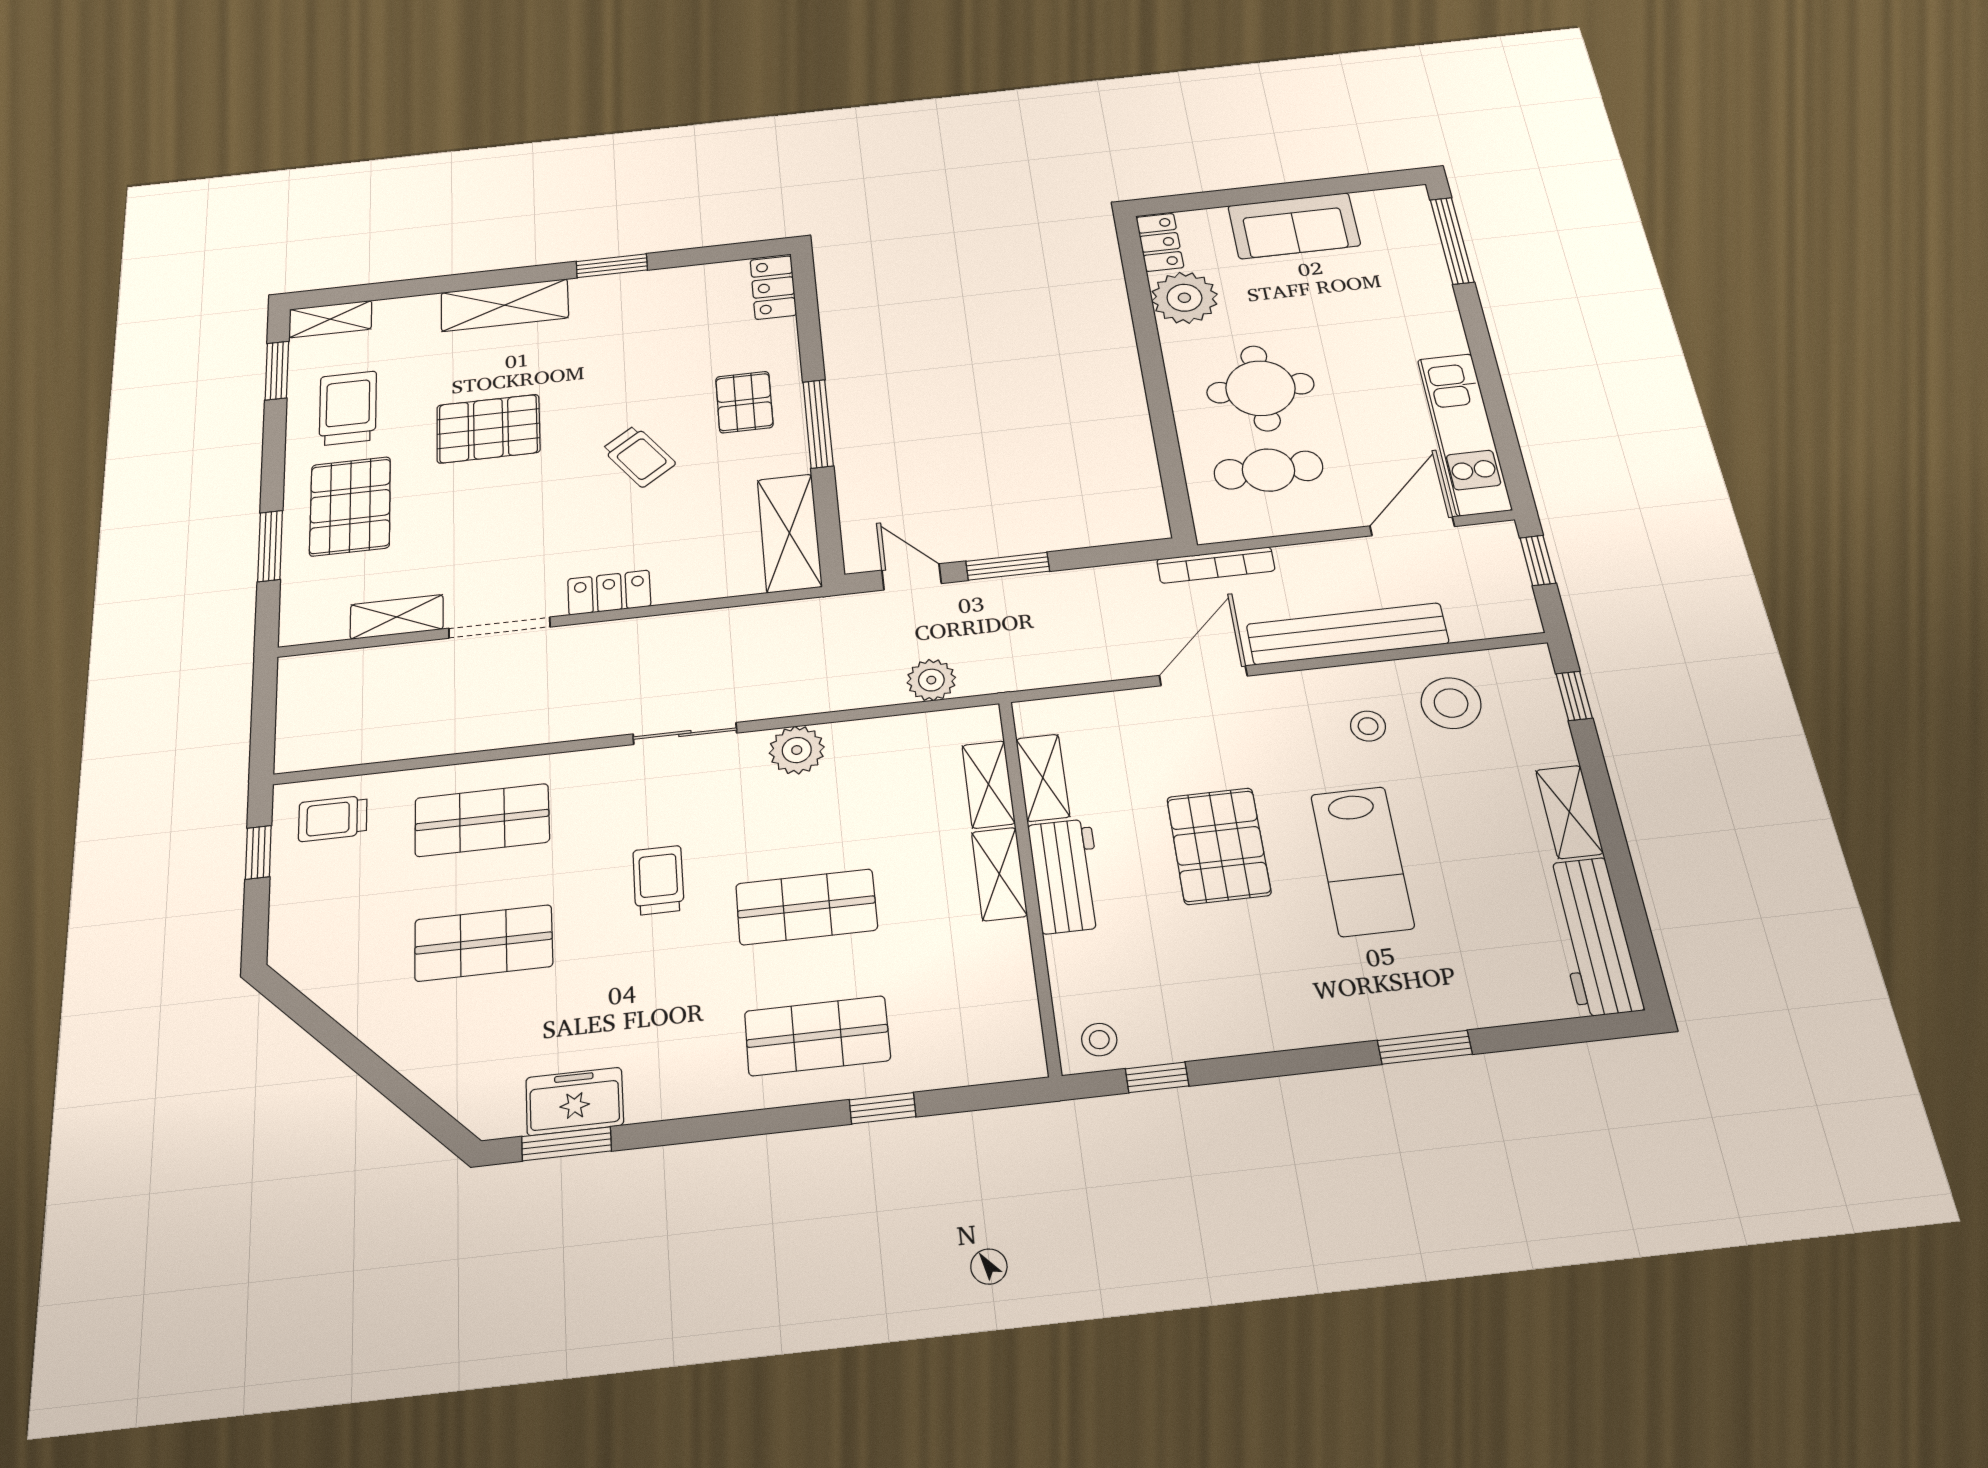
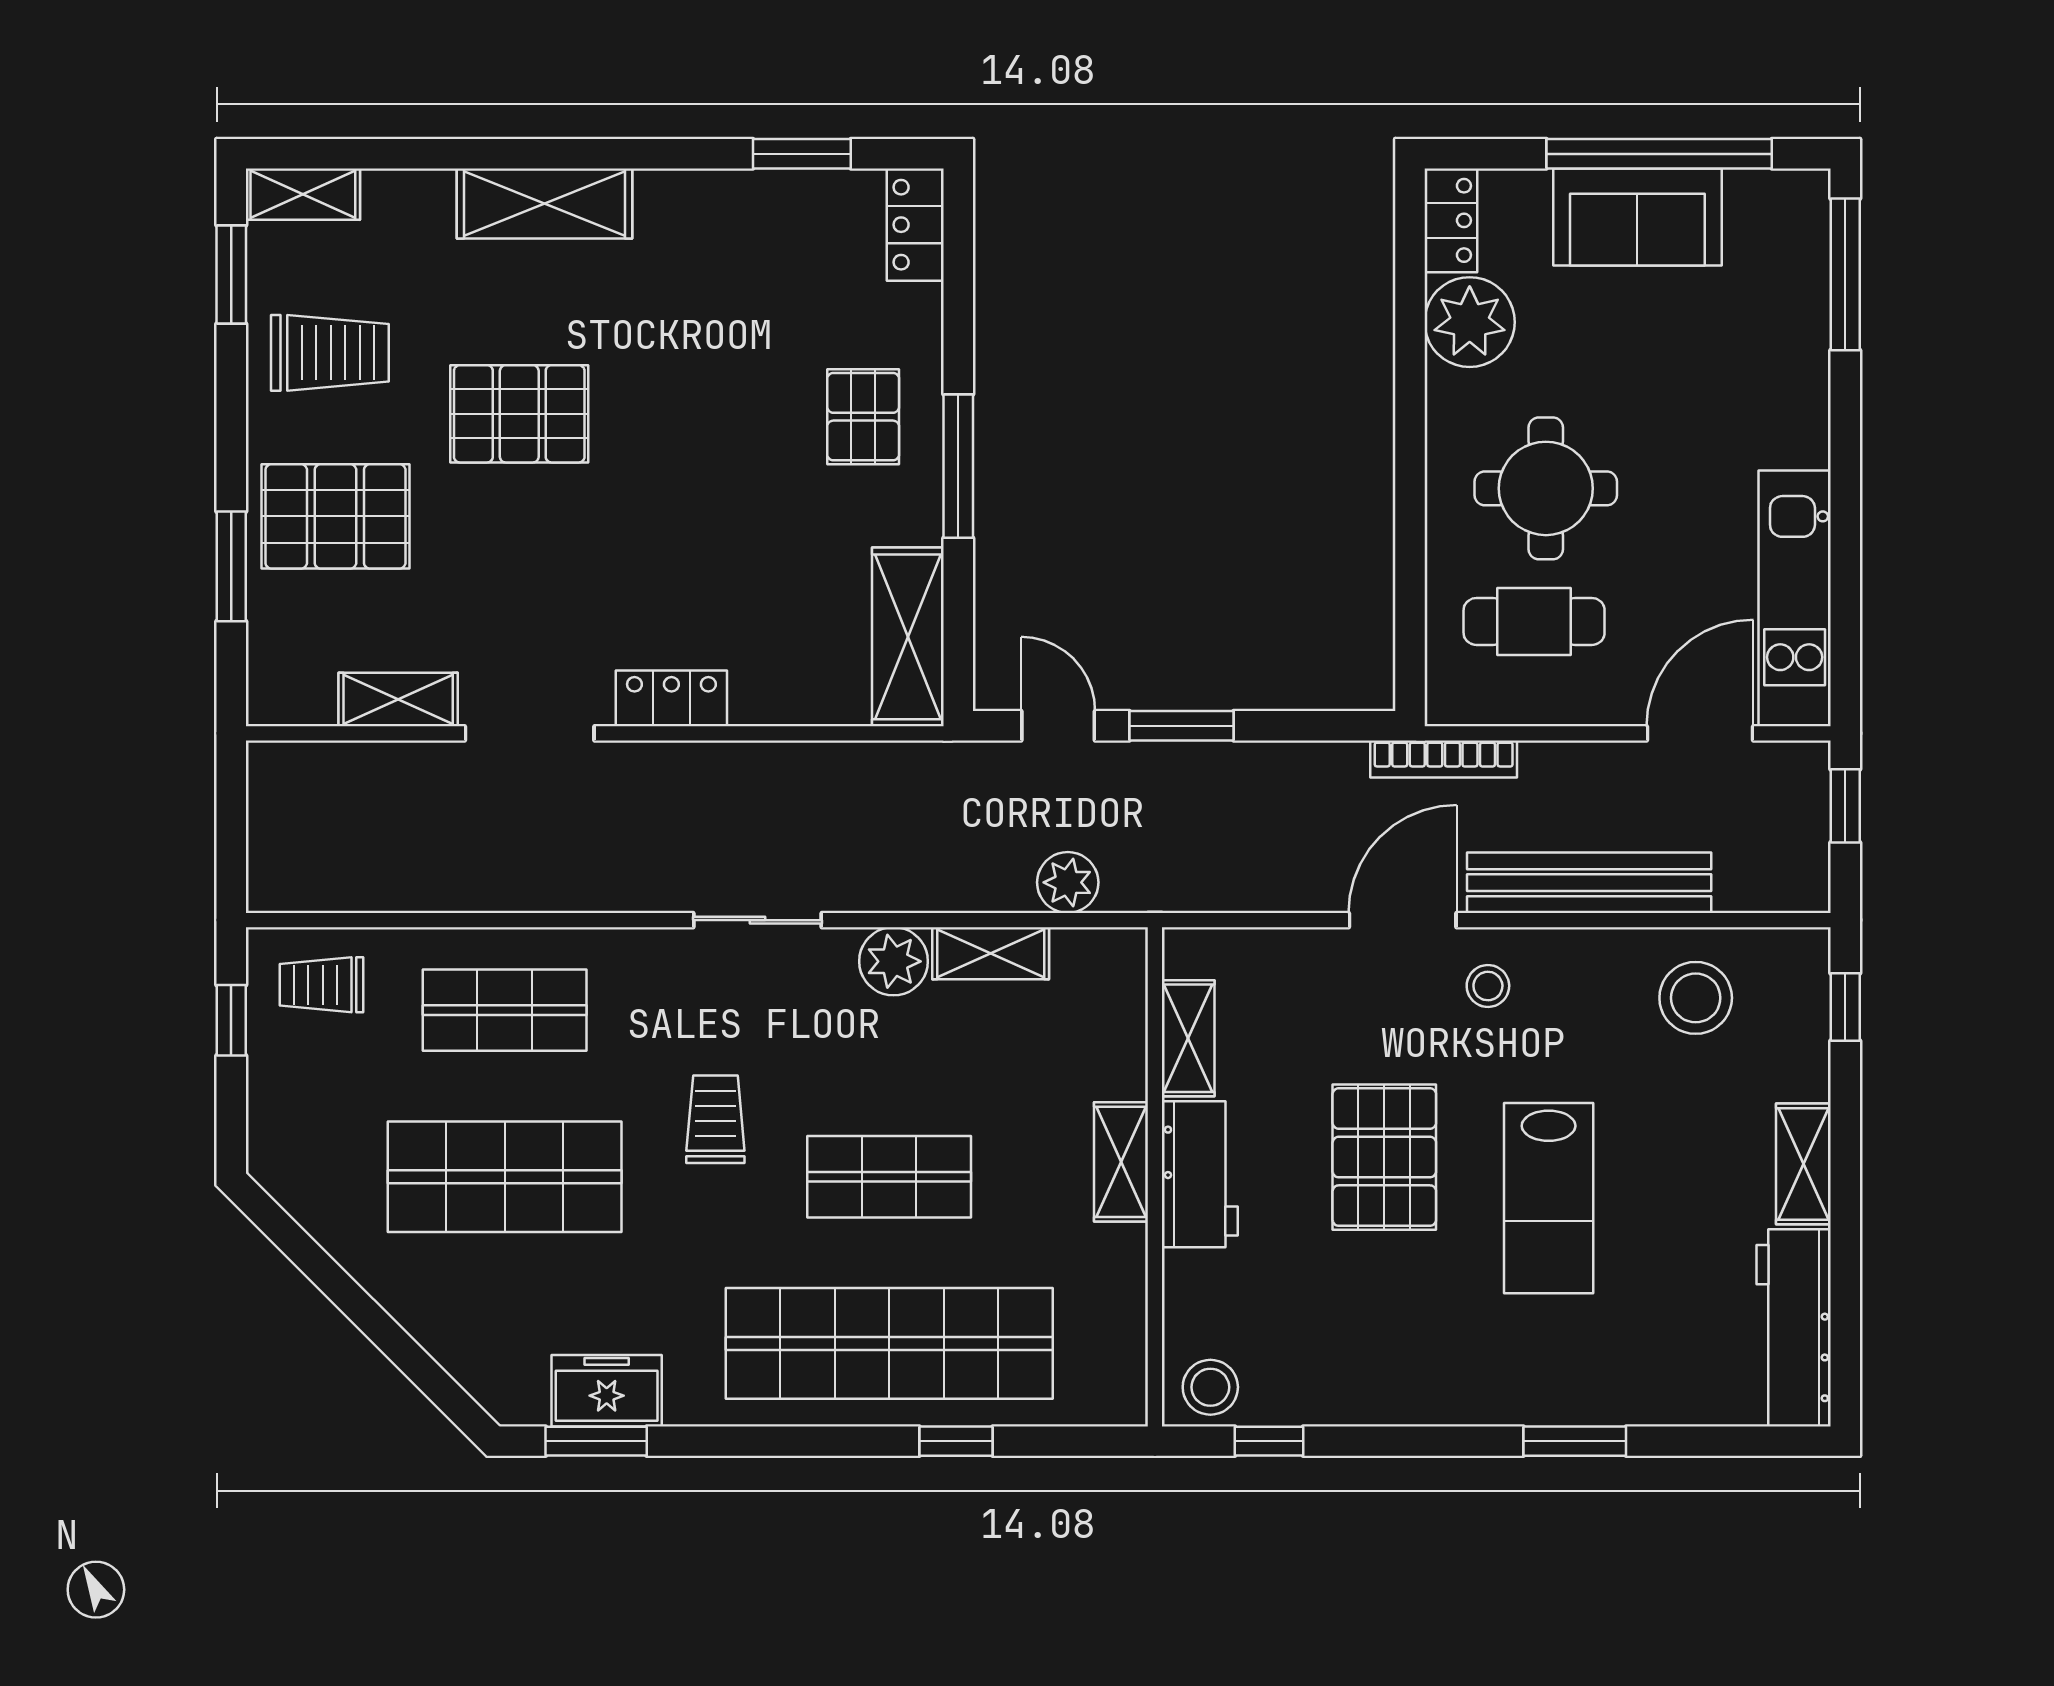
window: (1302, 190) -> (1659, 154), added
window: (612, 266) -> (802, 154), moved
trolley: (348, 408) -> (330, 353), turned 90
trolley: (639, 456) -> (718, 487), removed
pallet: (350, 506) -> (335, 516), turned 90
stool: (1368, 726) -> (1488, 986), moved
shelving: (988, 784) -> (991, 953), moved, turned 90
shop shelf: (484, 943) -> (505, 1177), width x1.43, depth x1.36
shop shelf: (817, 1036) -> (889, 1343), width x2.00, depth x1.36
stool: (1099, 1040) -> (1210, 1387), width x1.37, depth x1.37

